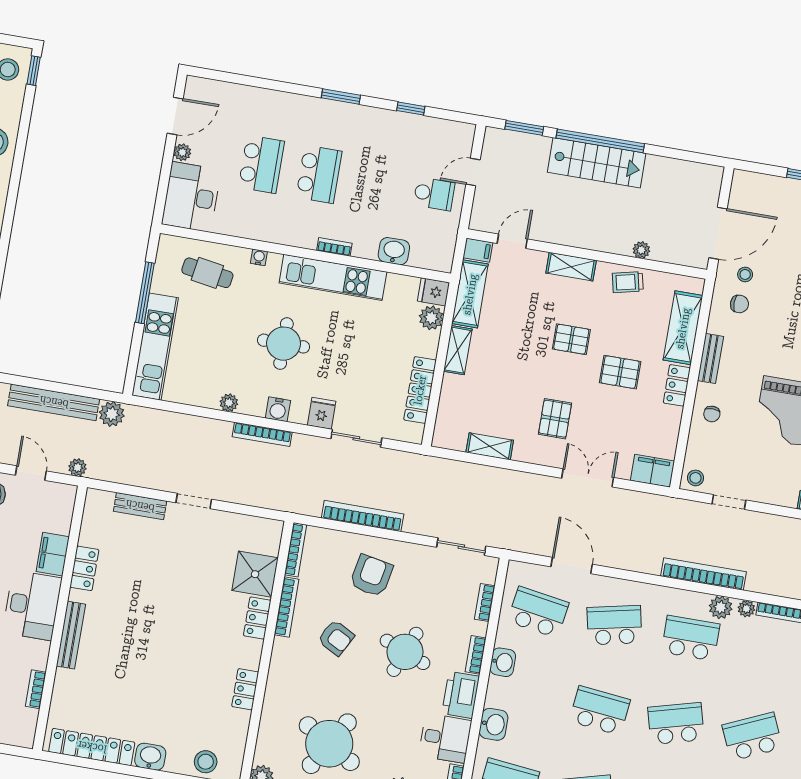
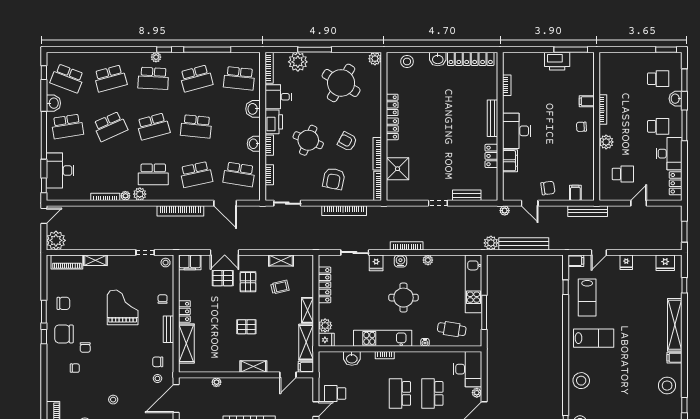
trolley: (628, 282) -> (280, 287), moved
pallet: (620, 372) -> (223, 278), moved
bookcase: (704, 574) -> (180, 211), moved
locker: (257, 618) -> (392, 129), moved

